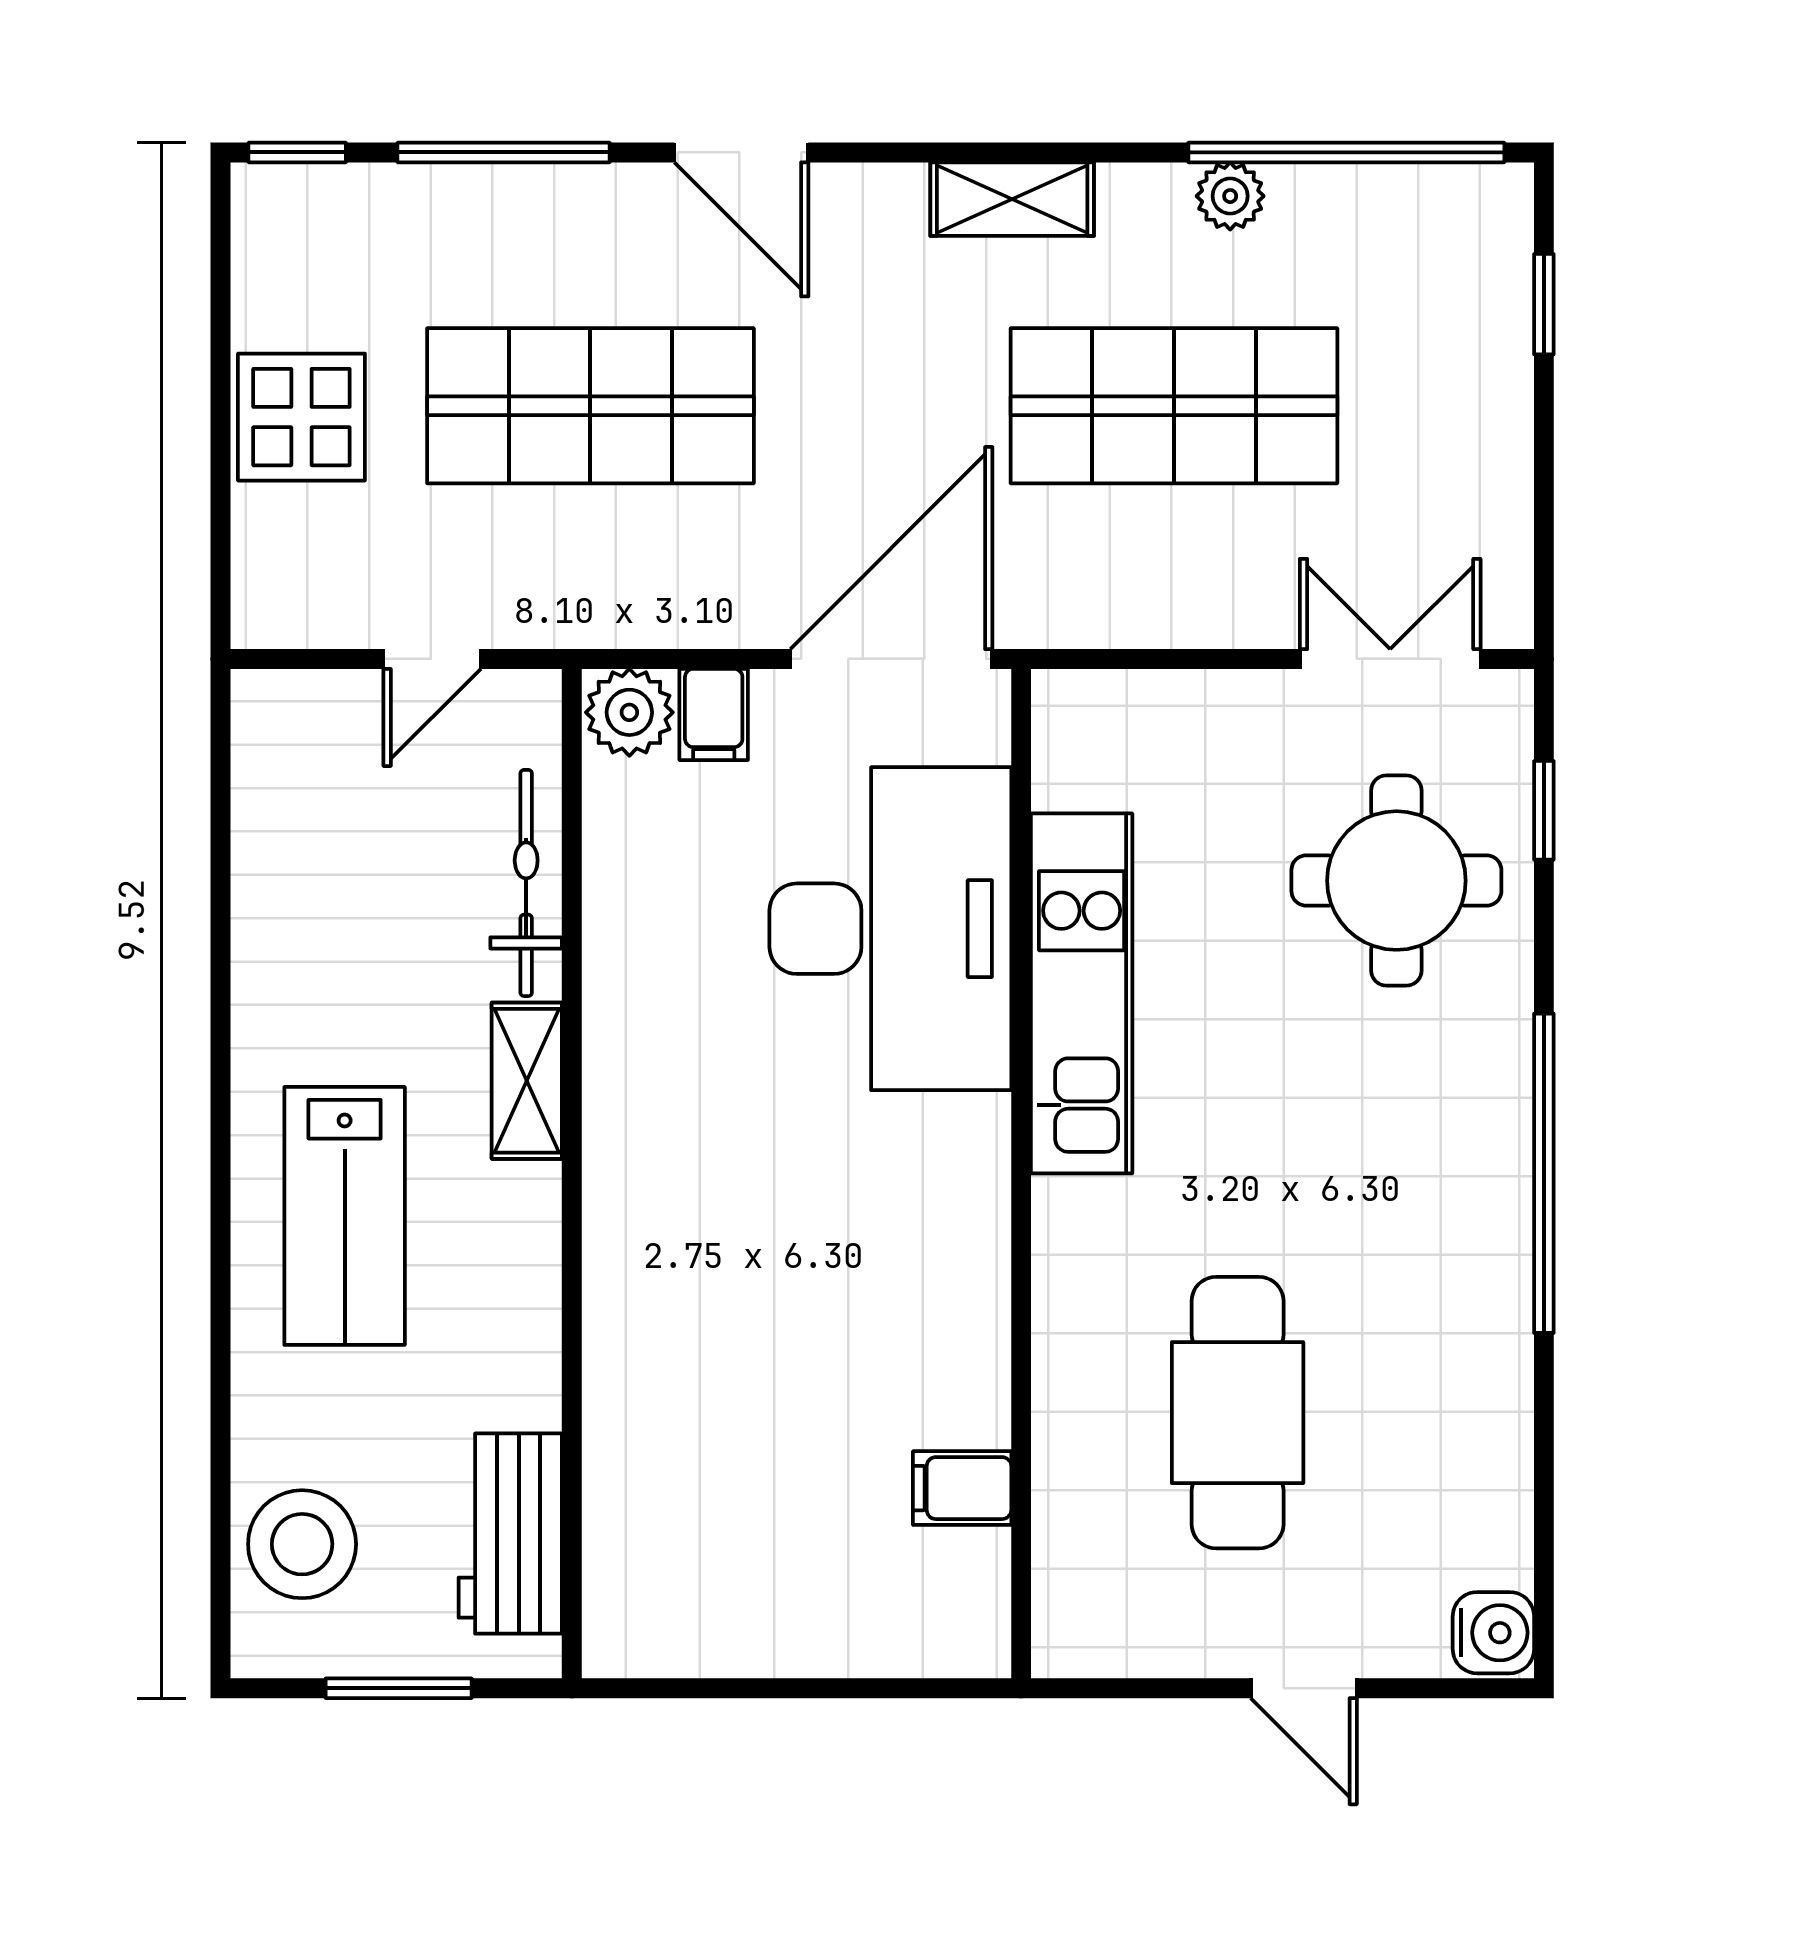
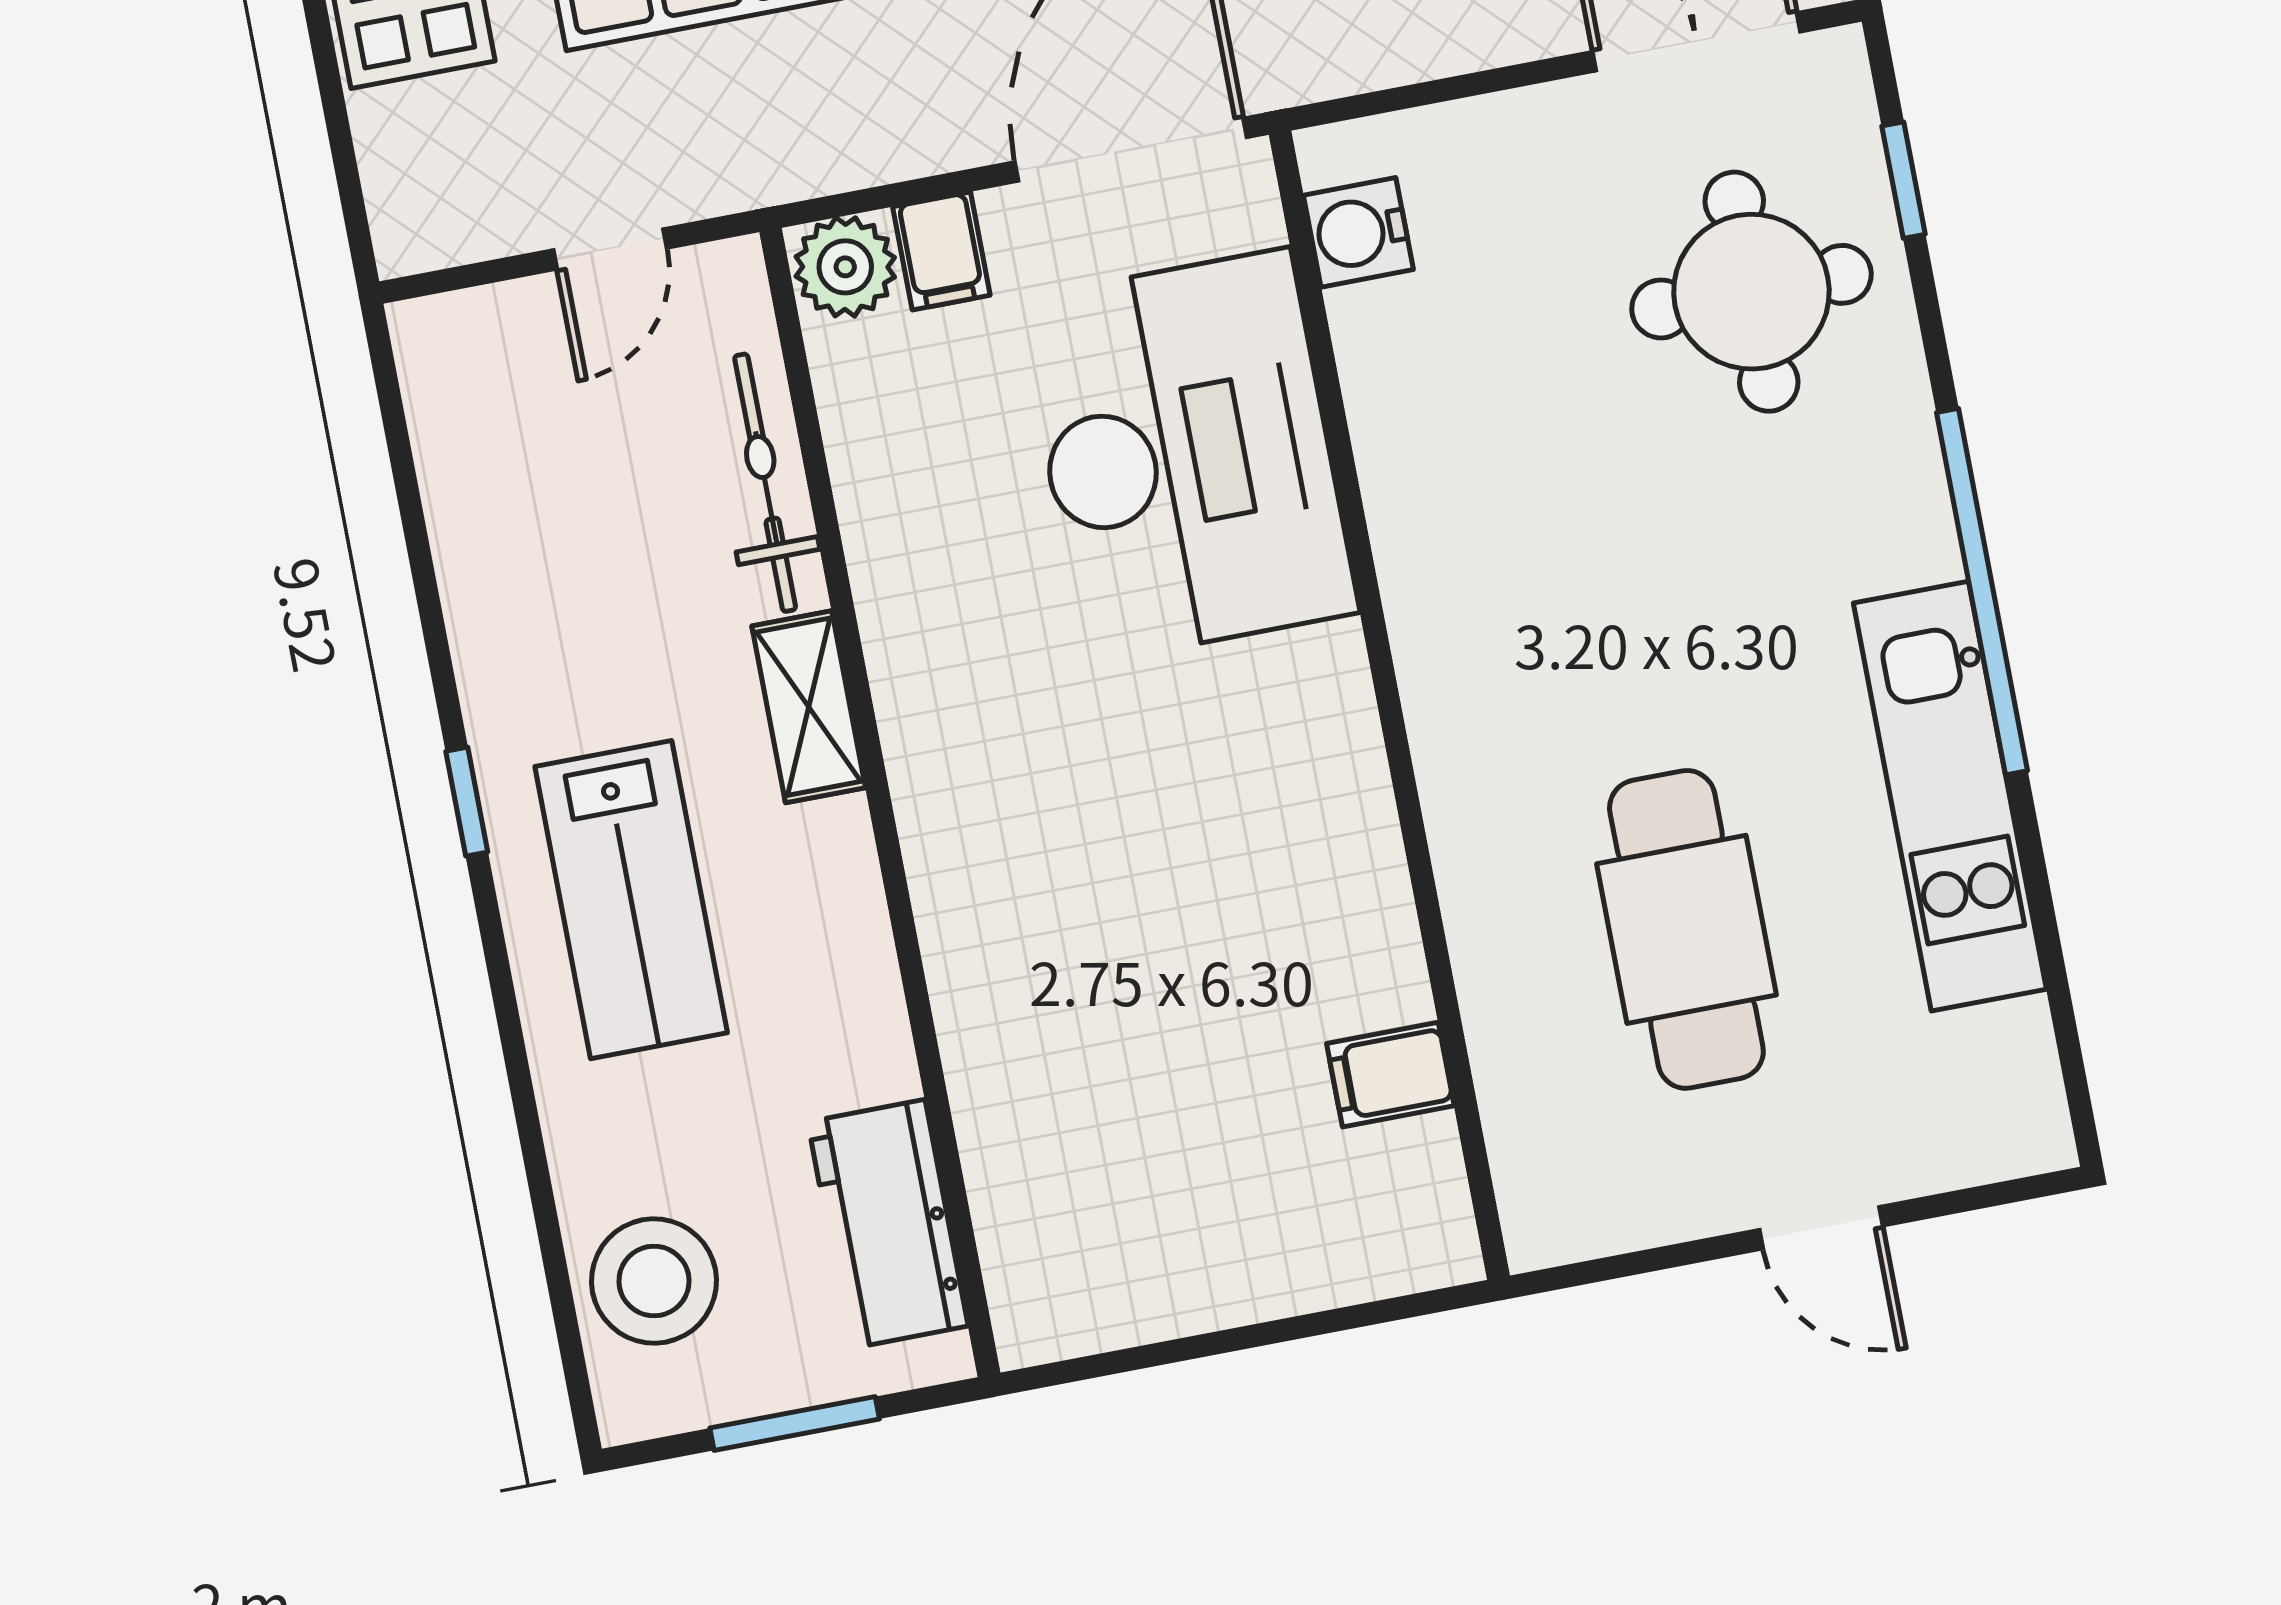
kitchen unit: (1082, 993) -> (1950, 796), moved, turned 180
window: (221, 1106) -> (467, 802), added
water cooler: (1493, 1633) -> (1358, 232), moved, turned 180

